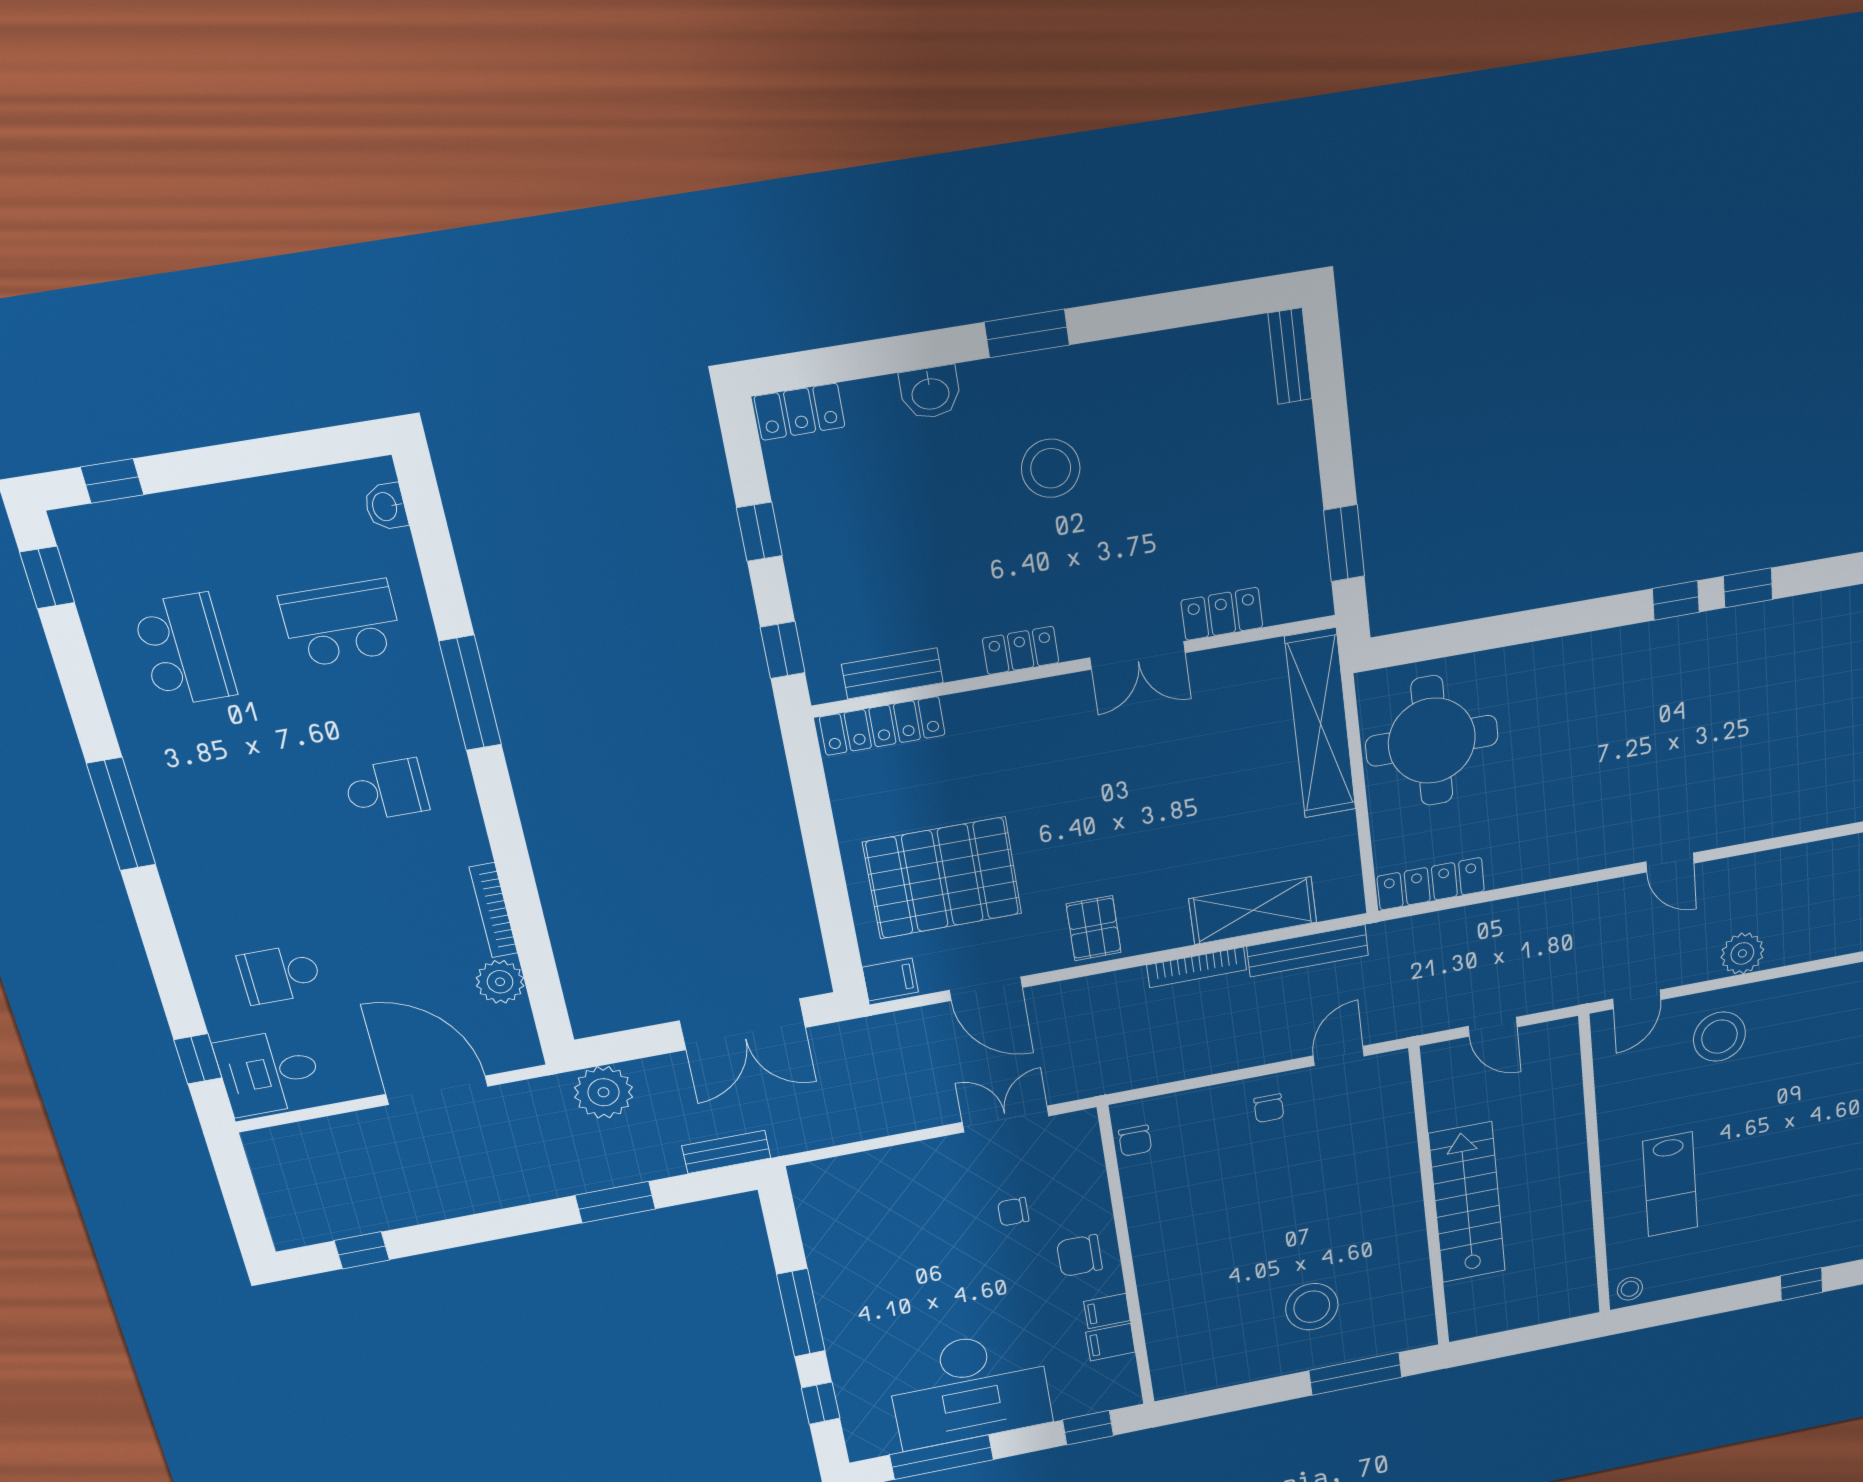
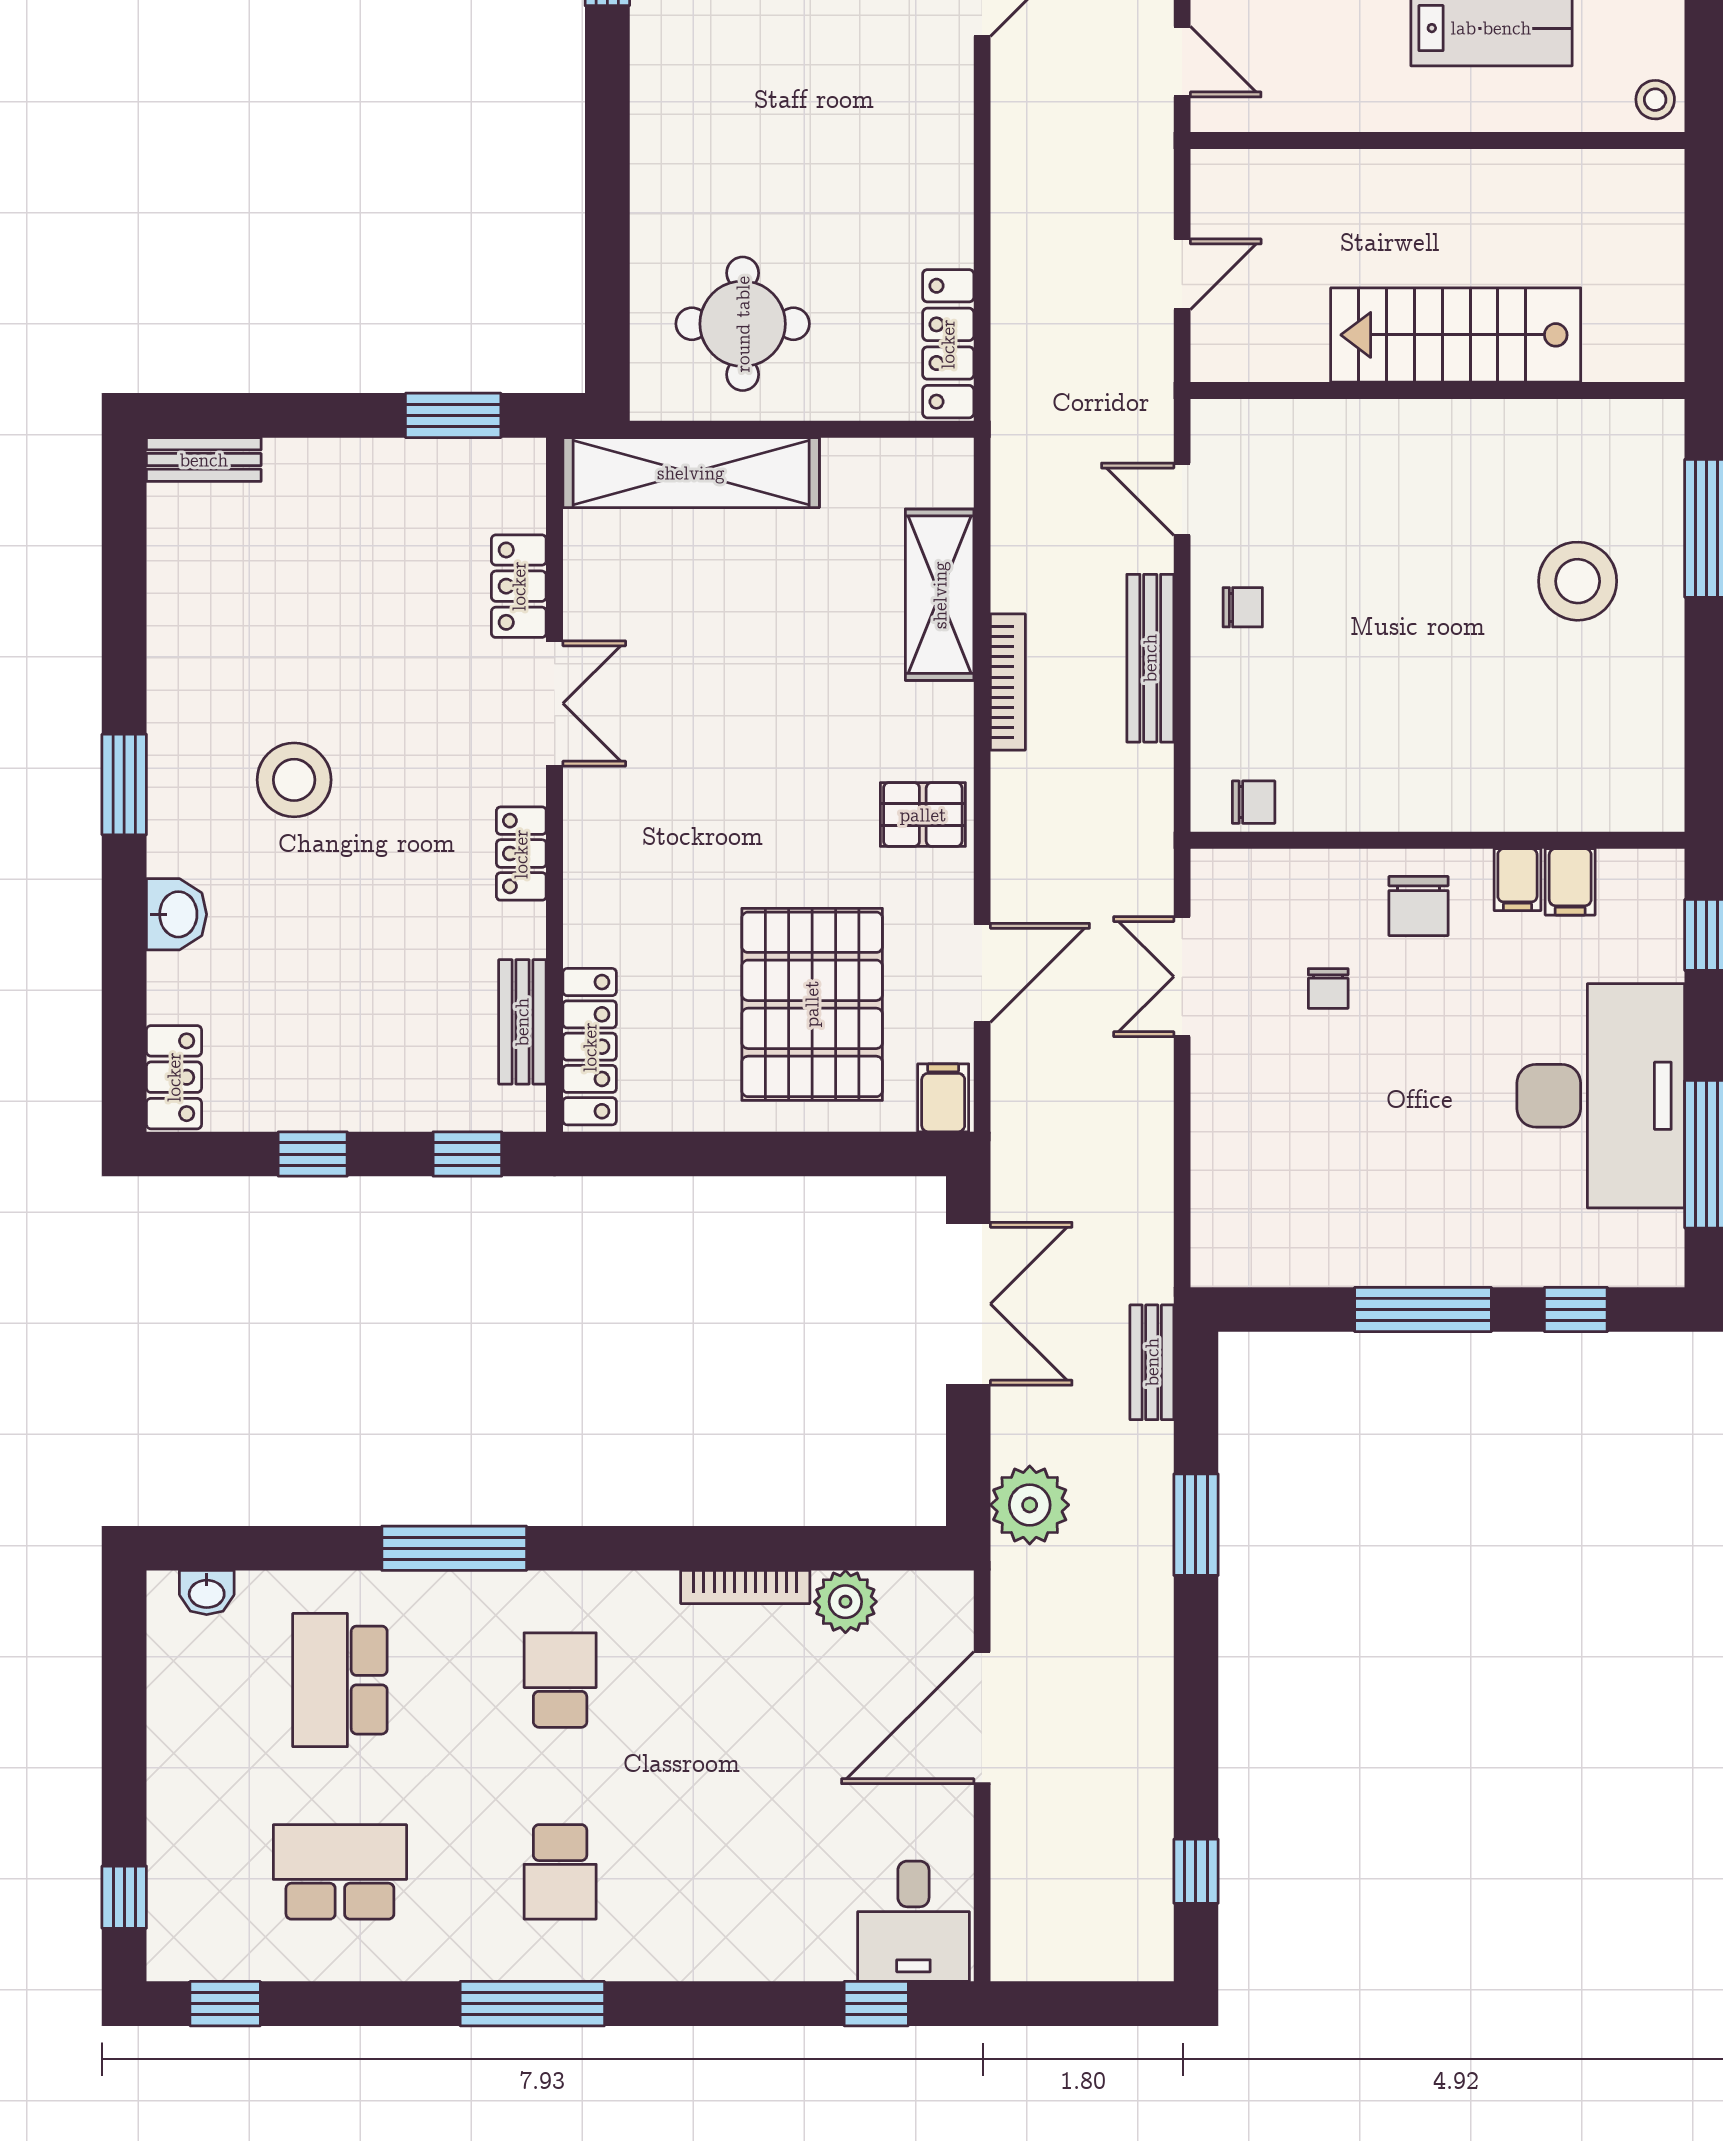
round table: (1432, 741) -> (743, 324), width x0.73, depth x0.73
bench: (1308, 951) -> (1150, 658), moved
school desk: (280, 974) -> (560, 1872), moved

